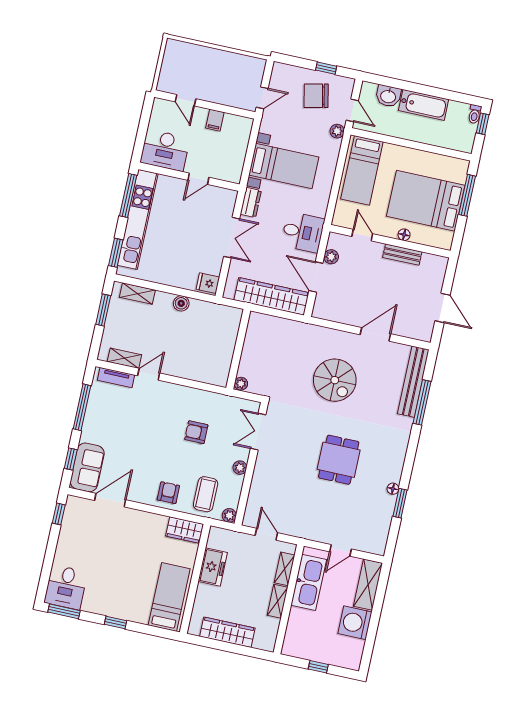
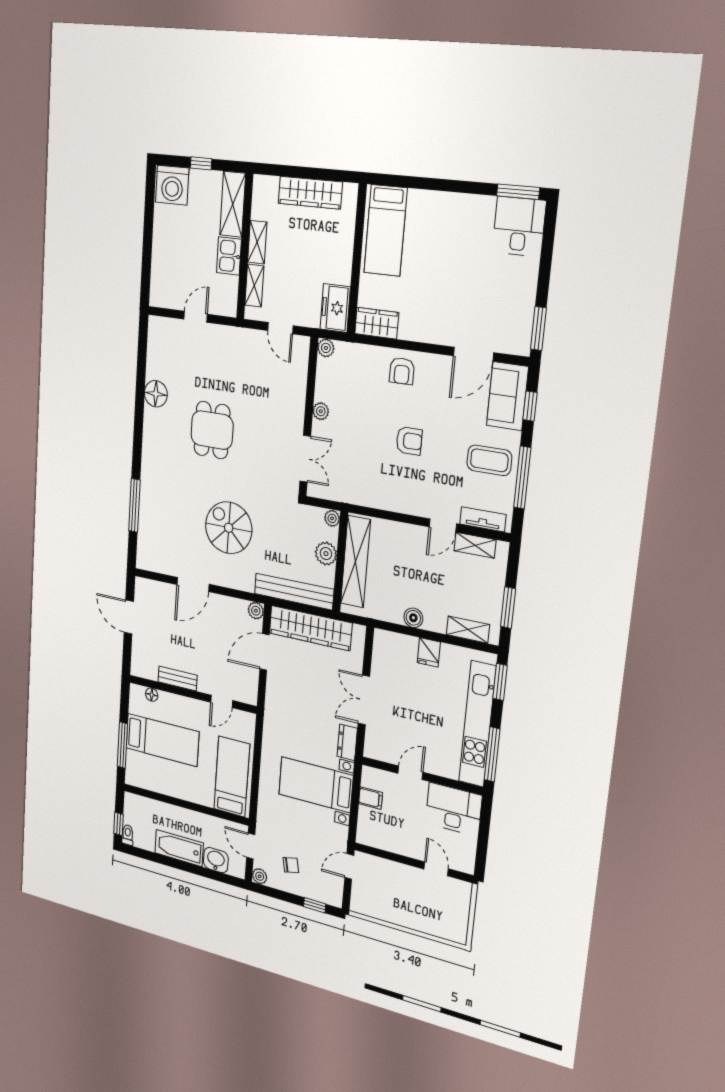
window: (326, 68) -> (315, 905), moved
chair: (316, 96) -> (291, 865), width x0.54, depth x0.54
filing cabinet: (215, 120) -> (371, 798), moved, turned 90
plant: (337, 131) -> (260, 876), moved
bed: (426, 201) -> (162, 740), width x0.67
desk: (303, 232) -> (285, 706), removed
door: (362, 235) -> (222, 701), hinge flipped
floor lamp: (404, 235) -> (152, 695), moved
plant: (331, 257) -> (256, 611), moved
door: (316, 277) -> (265, 652), swing flipped
fridge: (208, 283) -> (429, 652), moved, turned 90
shelving: (225, 349) -> (356, 562), added
plant: (250, 356) -> (326, 554), added
bench: (413, 382) -> (294, 591), moved, turned 90
armchair: (196, 432) -> (409, 441), moved
floor lamp: (393, 489) -> (156, 394), width x1.89, depth x1.89
coffee table: (206, 494) -> (489, 460), moved, turned 90
window: (400, 503) -> (141, 382), removed
window: (59, 514) -> (538, 329), width x1.50
freezer: (213, 567) -> (335, 308), moved
kitchen sink: (309, 582) -> (229, 256), width x0.53, depth x0.81
shelving: (368, 585) -> (233, 204), moved
window: (116, 623) -> (449, 185), removed
washing machine: (355, 623) -> (172, 185), moved, turned 90

